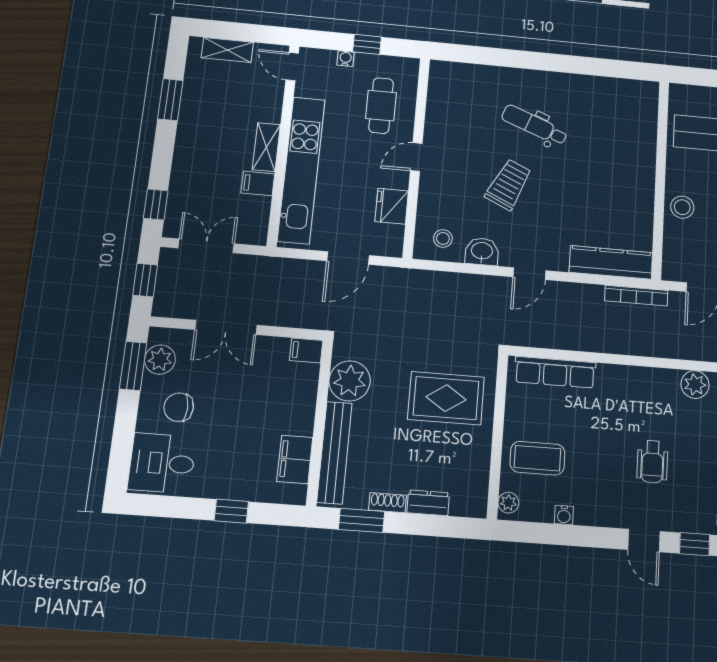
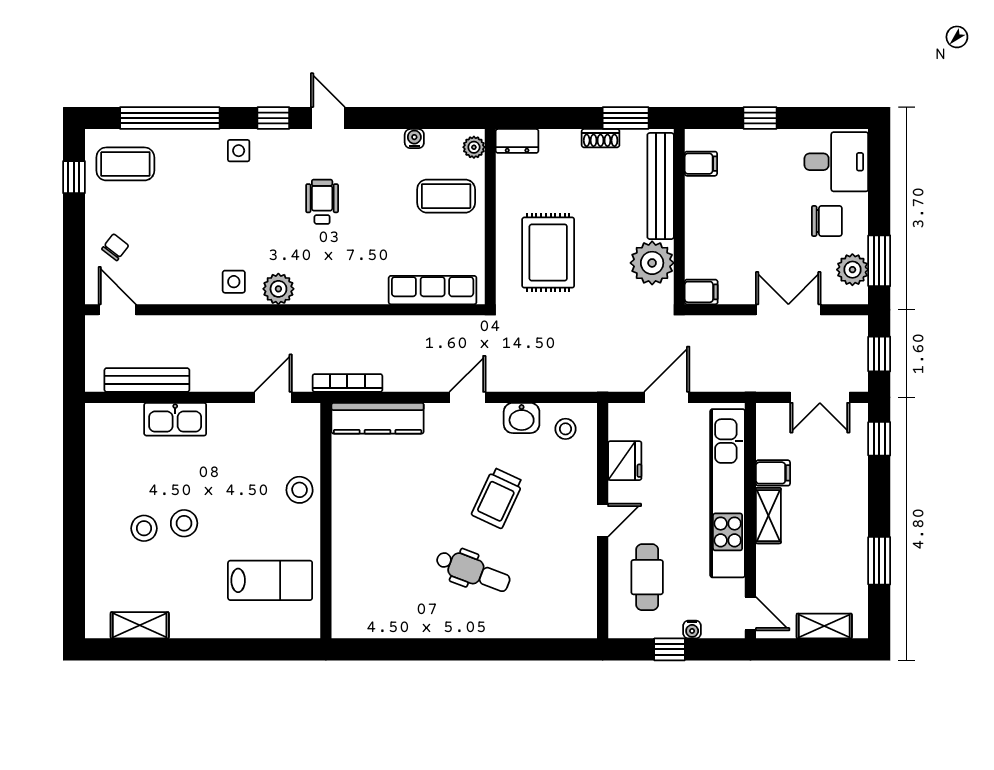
rug: (446, 398) -> (548, 253), turned 90
filing cabinet: (295, 459) -> (701, 164), width x0.50
dresser: (428, 503) -> (517, 141), moved

